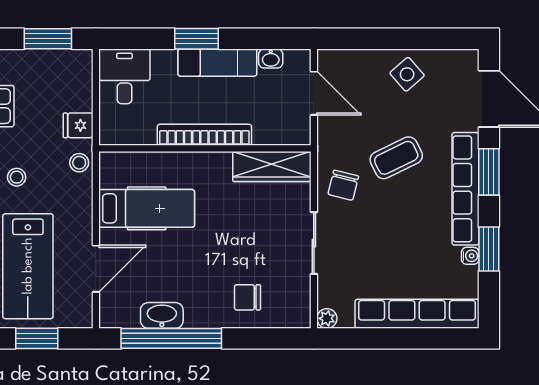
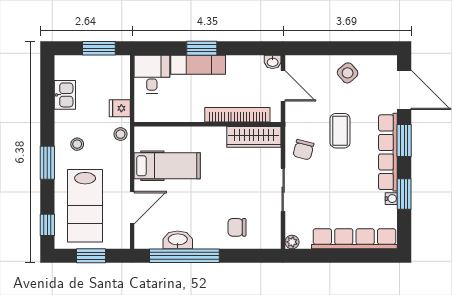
washbasin: (271, 58) -> (273, 62), moved
exam couch: (217, 63) -> (198, 65), moved
bookcase: (204, 135) -> (237, 115), moved
coffee table: (396, 158) -> (340, 131), turned -64

